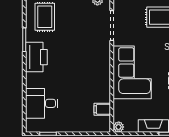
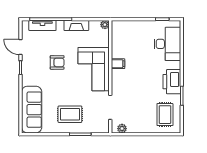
desk: (42, 103) -> (167, 44), width x1.37
filing cabinet: (102, 109) -> (118, 64), moved

